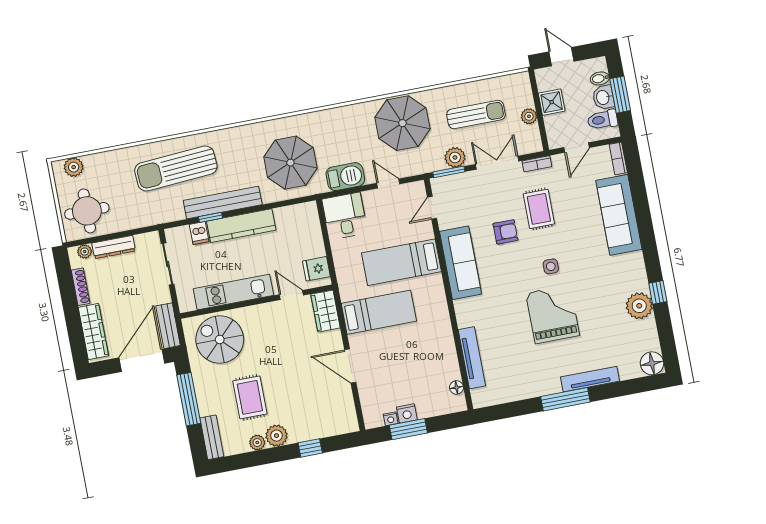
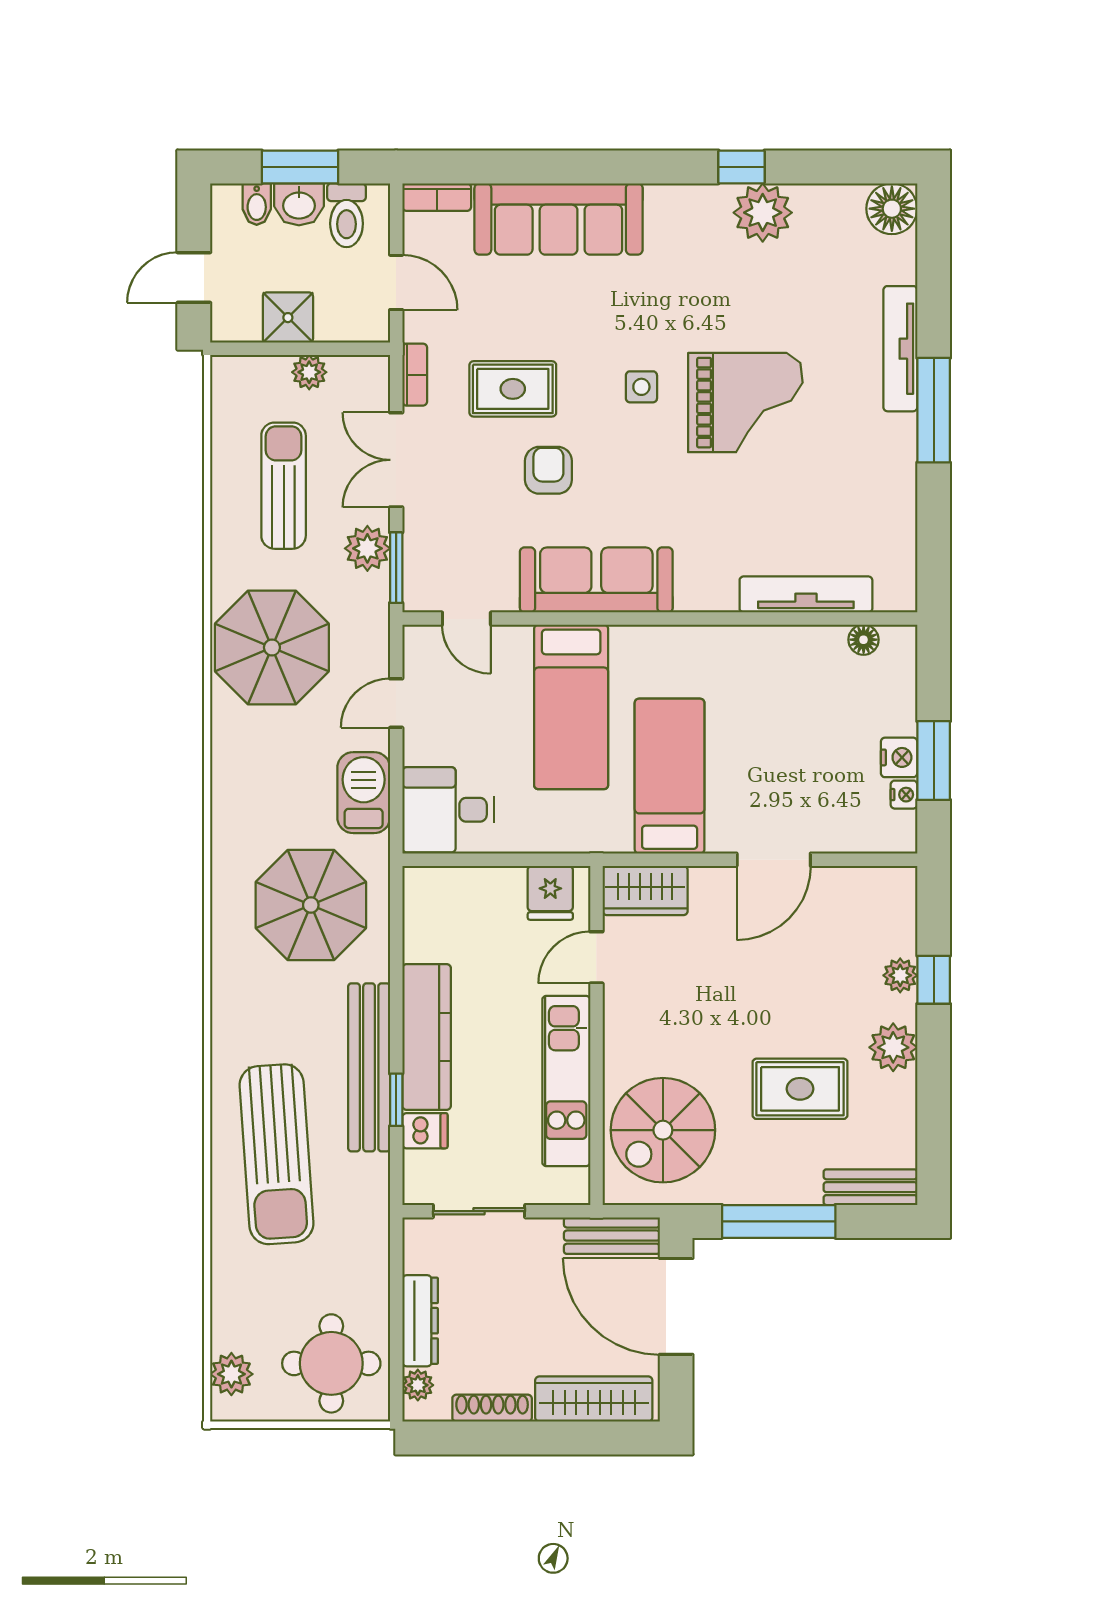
grand piano: (553, 314) -> (745, 403), turned 180
plant: (257, 443) -> (900, 975), moved

